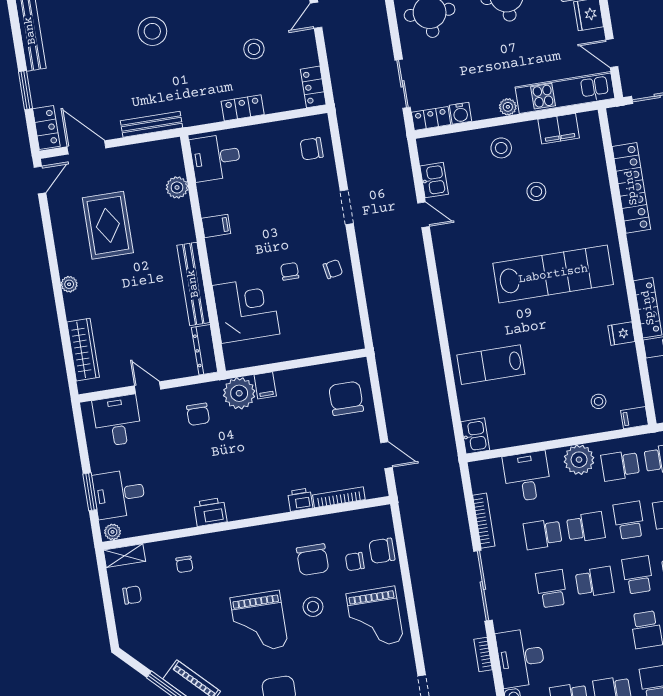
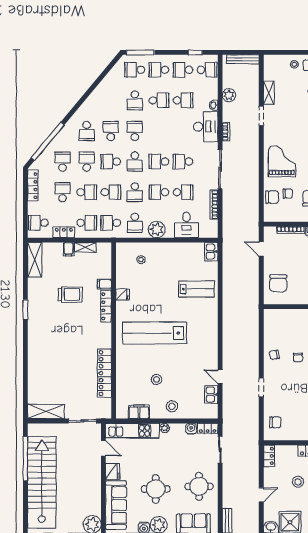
filing cabinet: (635, 418) -> (123, 248), removed
school desk: (620, 466) -> (135, 223), turned 90
school desk: (551, 589) -> (183, 162), turned 90

